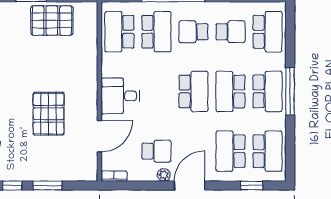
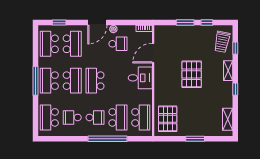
pallet: (52, 21) -> (168, 119), moved, turned 90
school desk: (156, 32) -> (118, 117), turned 180
pallet: (49, 114) -> (192, 74), moved
school desk: (156, 151) -> (118, 44), turned 180

